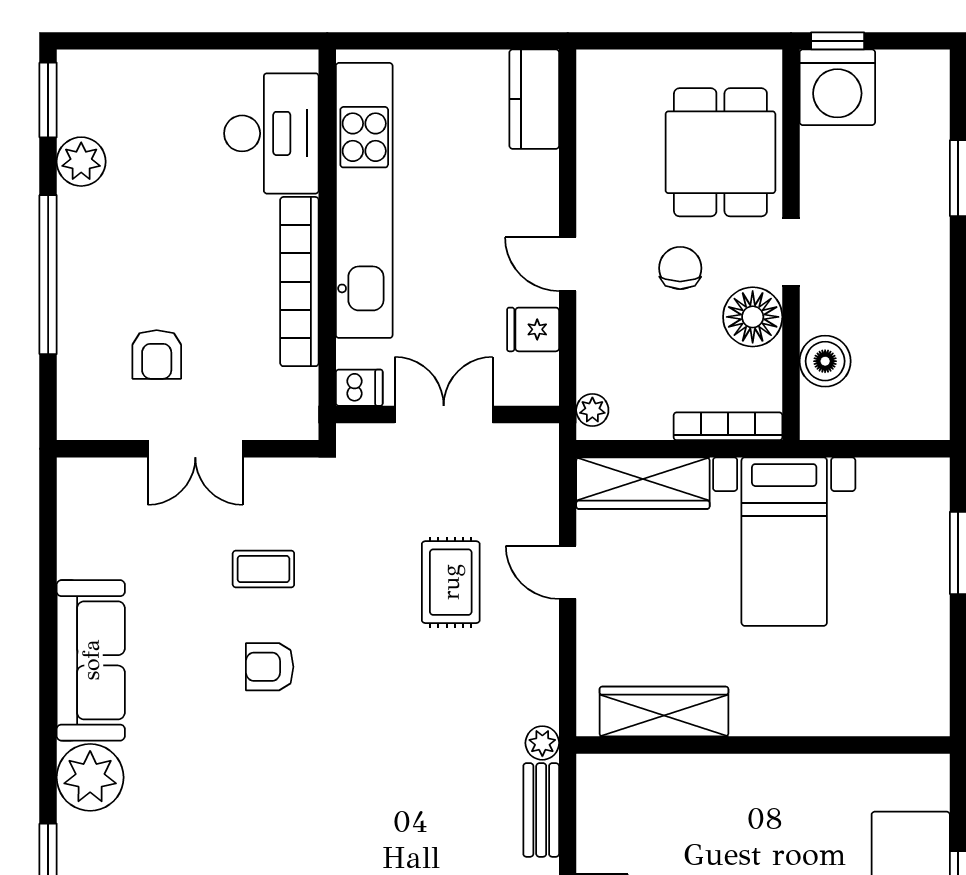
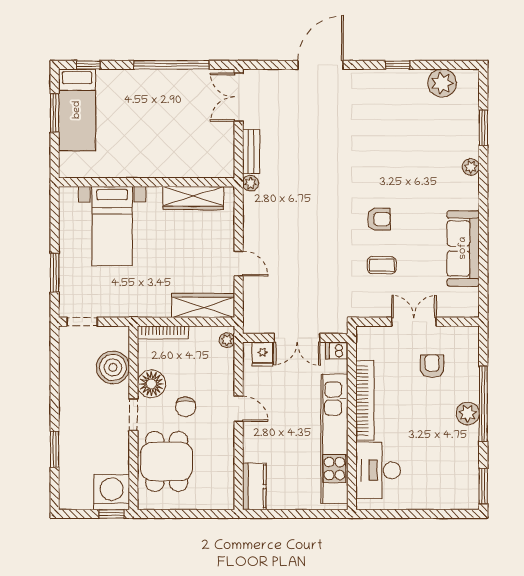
plant: (81, 162) -> (468, 413), moved
fridge: (533, 329) -> (262, 354), moved, turned 90
boiler: (825, 361) -> (113, 367), width x1.37, depth x1.37
doorway: (900, 449) -> (82, 322), added
bed with nightstands: (784, 542) -> (112, 226), moved, turned 180
rug: (451, 582) -> (294, 259), removed
sofa: (91, 660) -> (463, 248), moved
plant: (90, 777) -> (471, 167), width x0.53, depth x0.53

